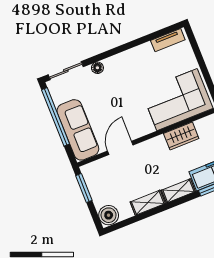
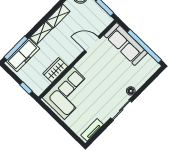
sliding door: (66, 71) -> (121, 110), moved
door: (120, 148) -> (92, 44), swing flipped

